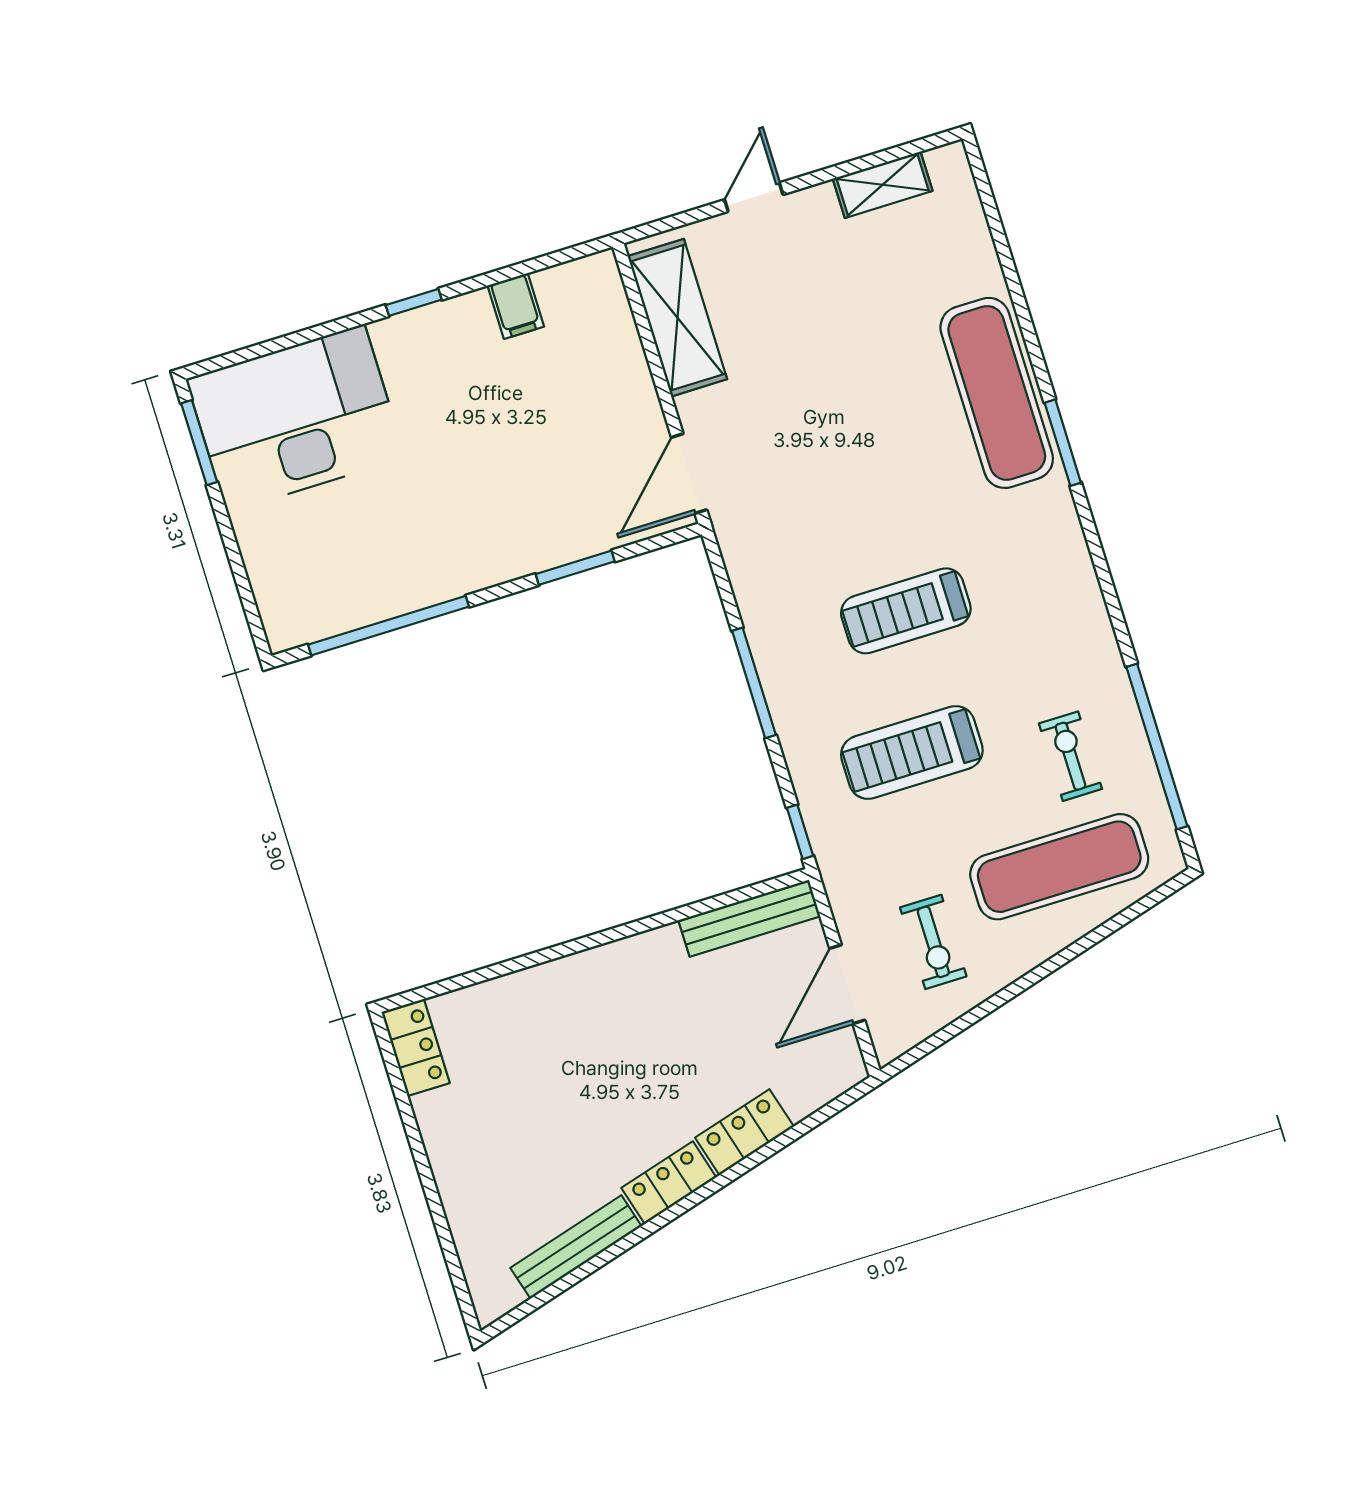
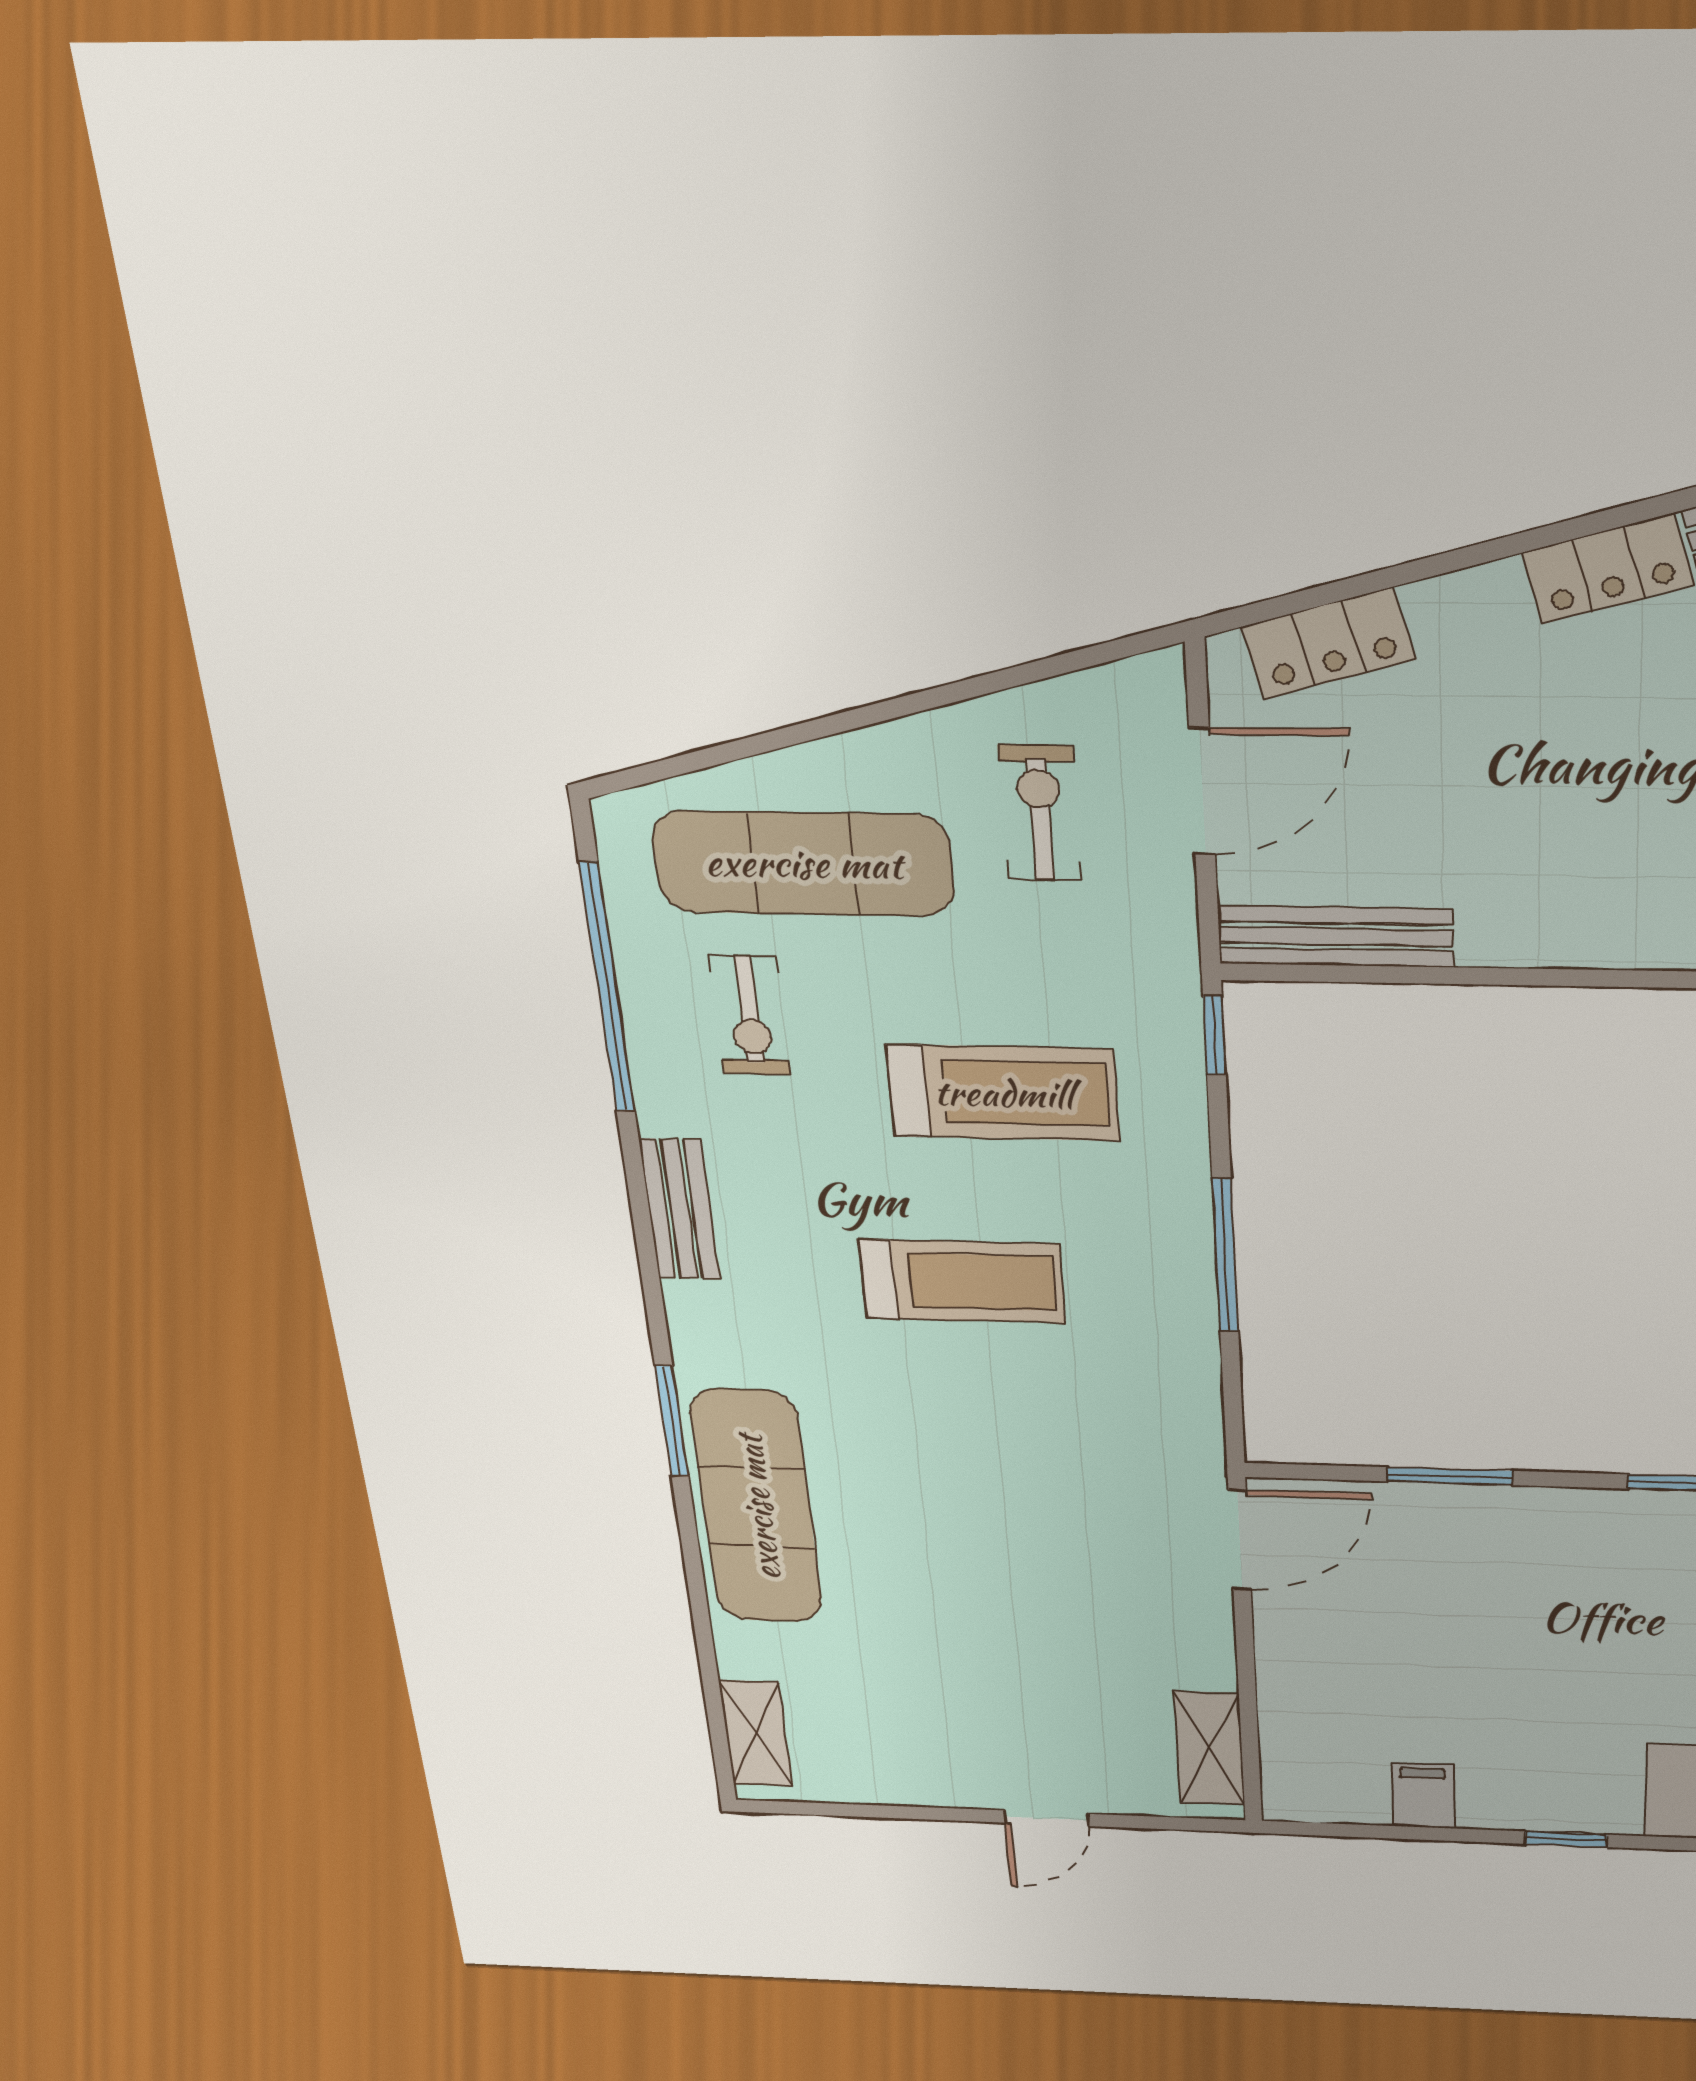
shelving: (883, 185) -> (756, 1733), moved, turned 90
shelving: (677, 318) -> (1209, 1748), width x0.67, depth x0.75
bench: (1087, 605) -> (679, 1209), added
locker: (745, 1132) -> (1328, 643), moved

